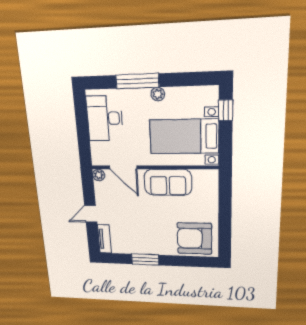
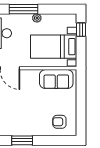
sofa: (168, 182) -> (56, 79), moved
armchair: (194, 238) -> (59, 122), width x0.53, depth x0.53

